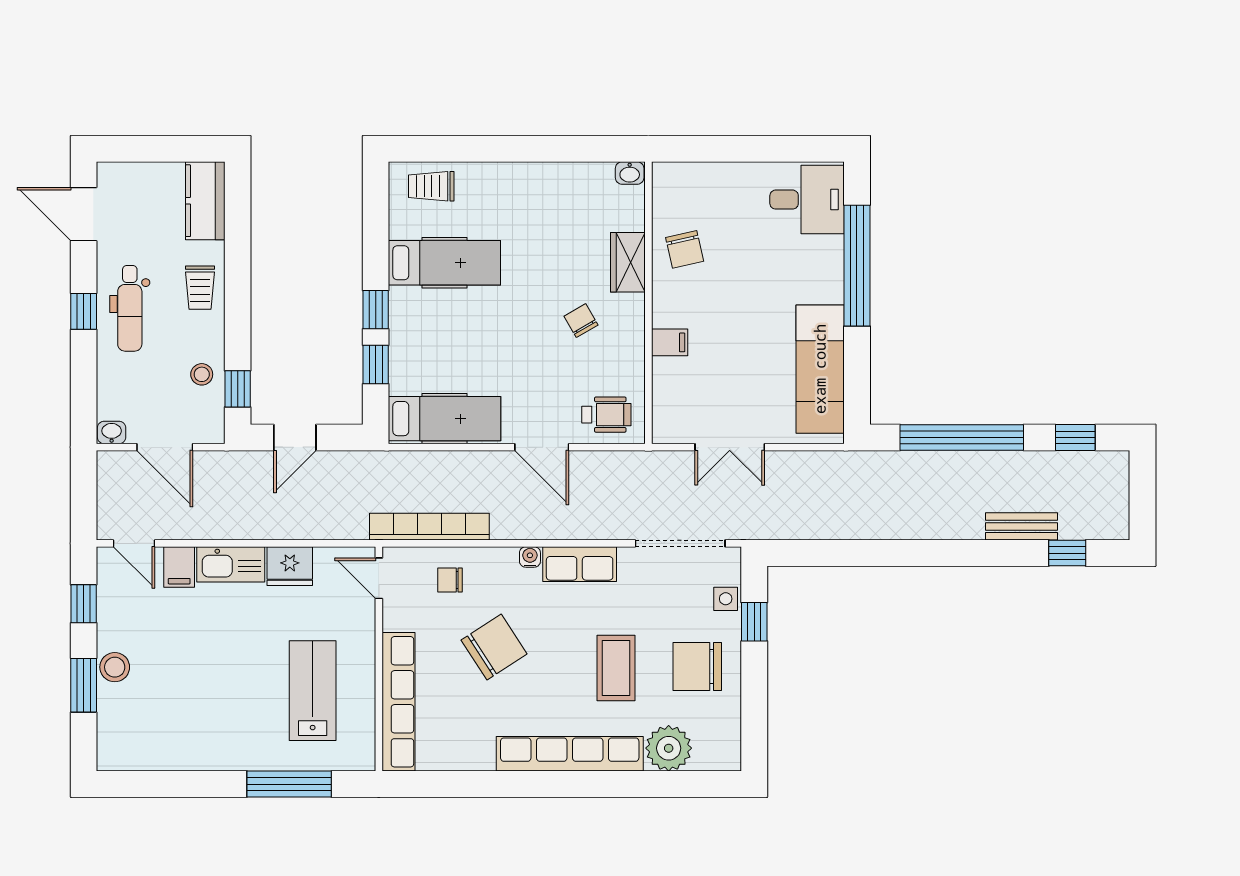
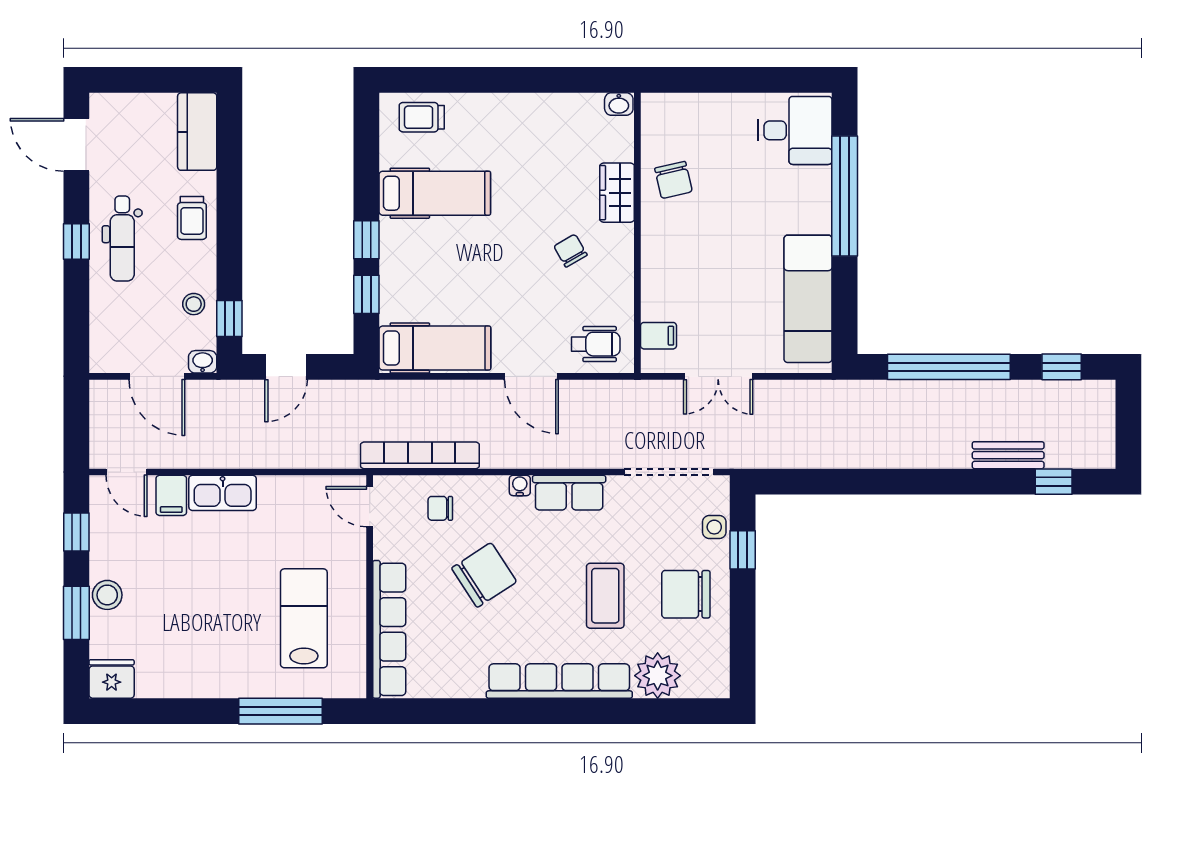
filing cabinet: (670, 342) -> (658, 336), moved
washbasin: (112, 432) -> (203, 362), moved
fridge: (290, 566) -> (112, 679), moved, turned 180

